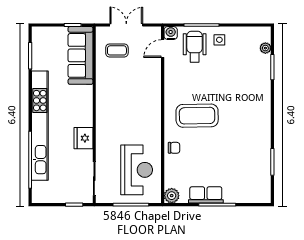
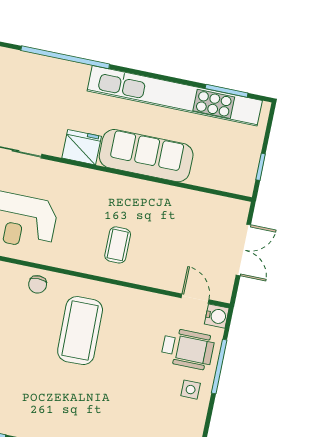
coffee table: (117, 50) -> (118, 245), moved
sofa: (80, 55) -> (146, 156), moved
kitchen unit: (40, 126) -> (175, 96), moved

